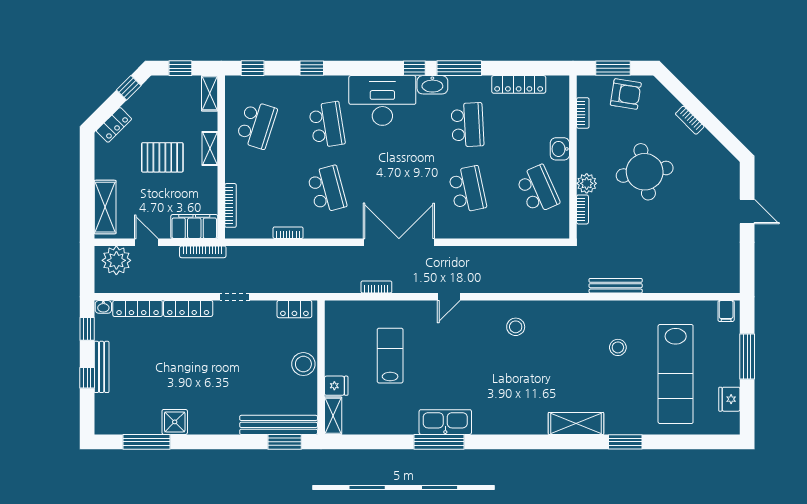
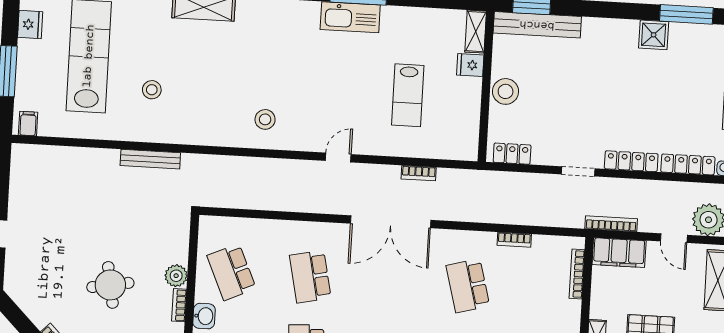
round table: (645, 172) -> (110, 285), width x0.73, depth x0.73
bookcase: (582, 209) -> (179, 305), moved

